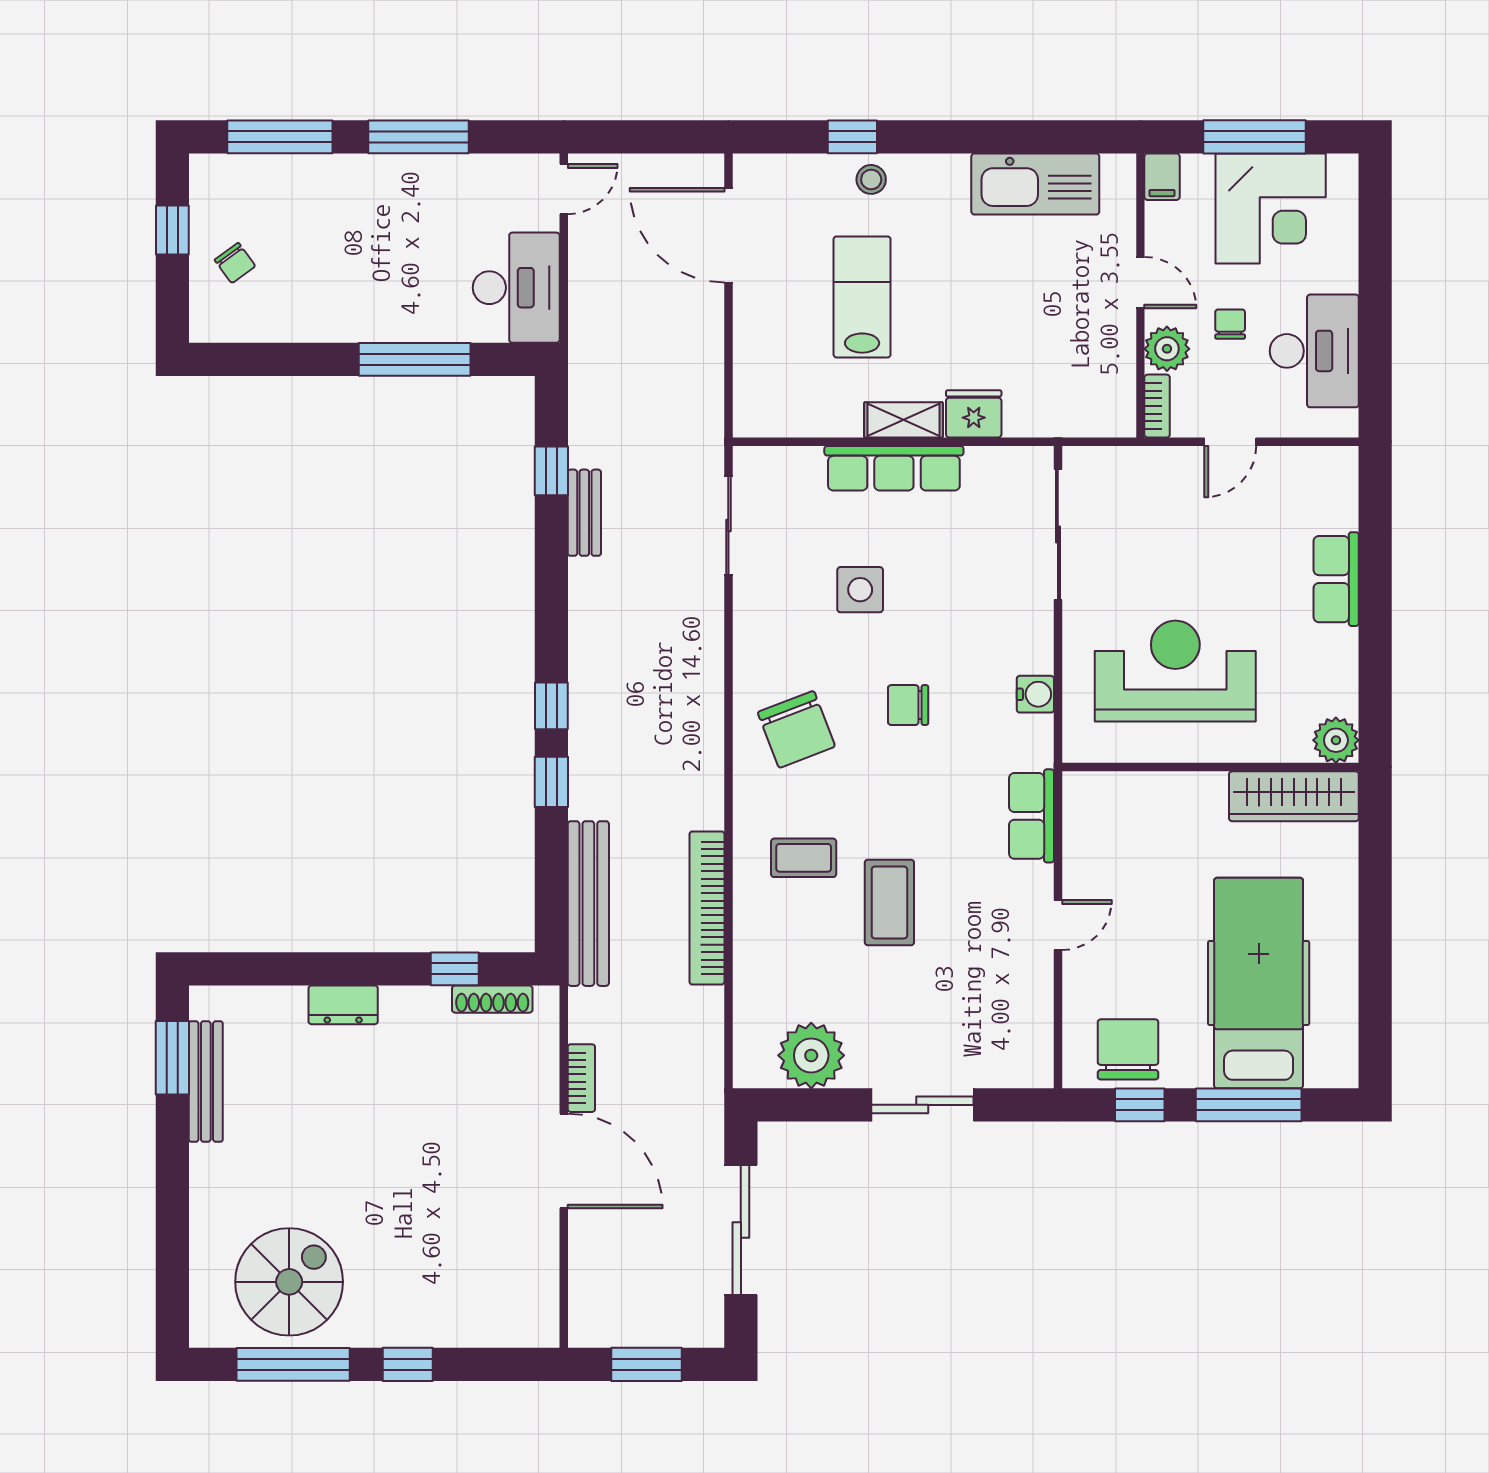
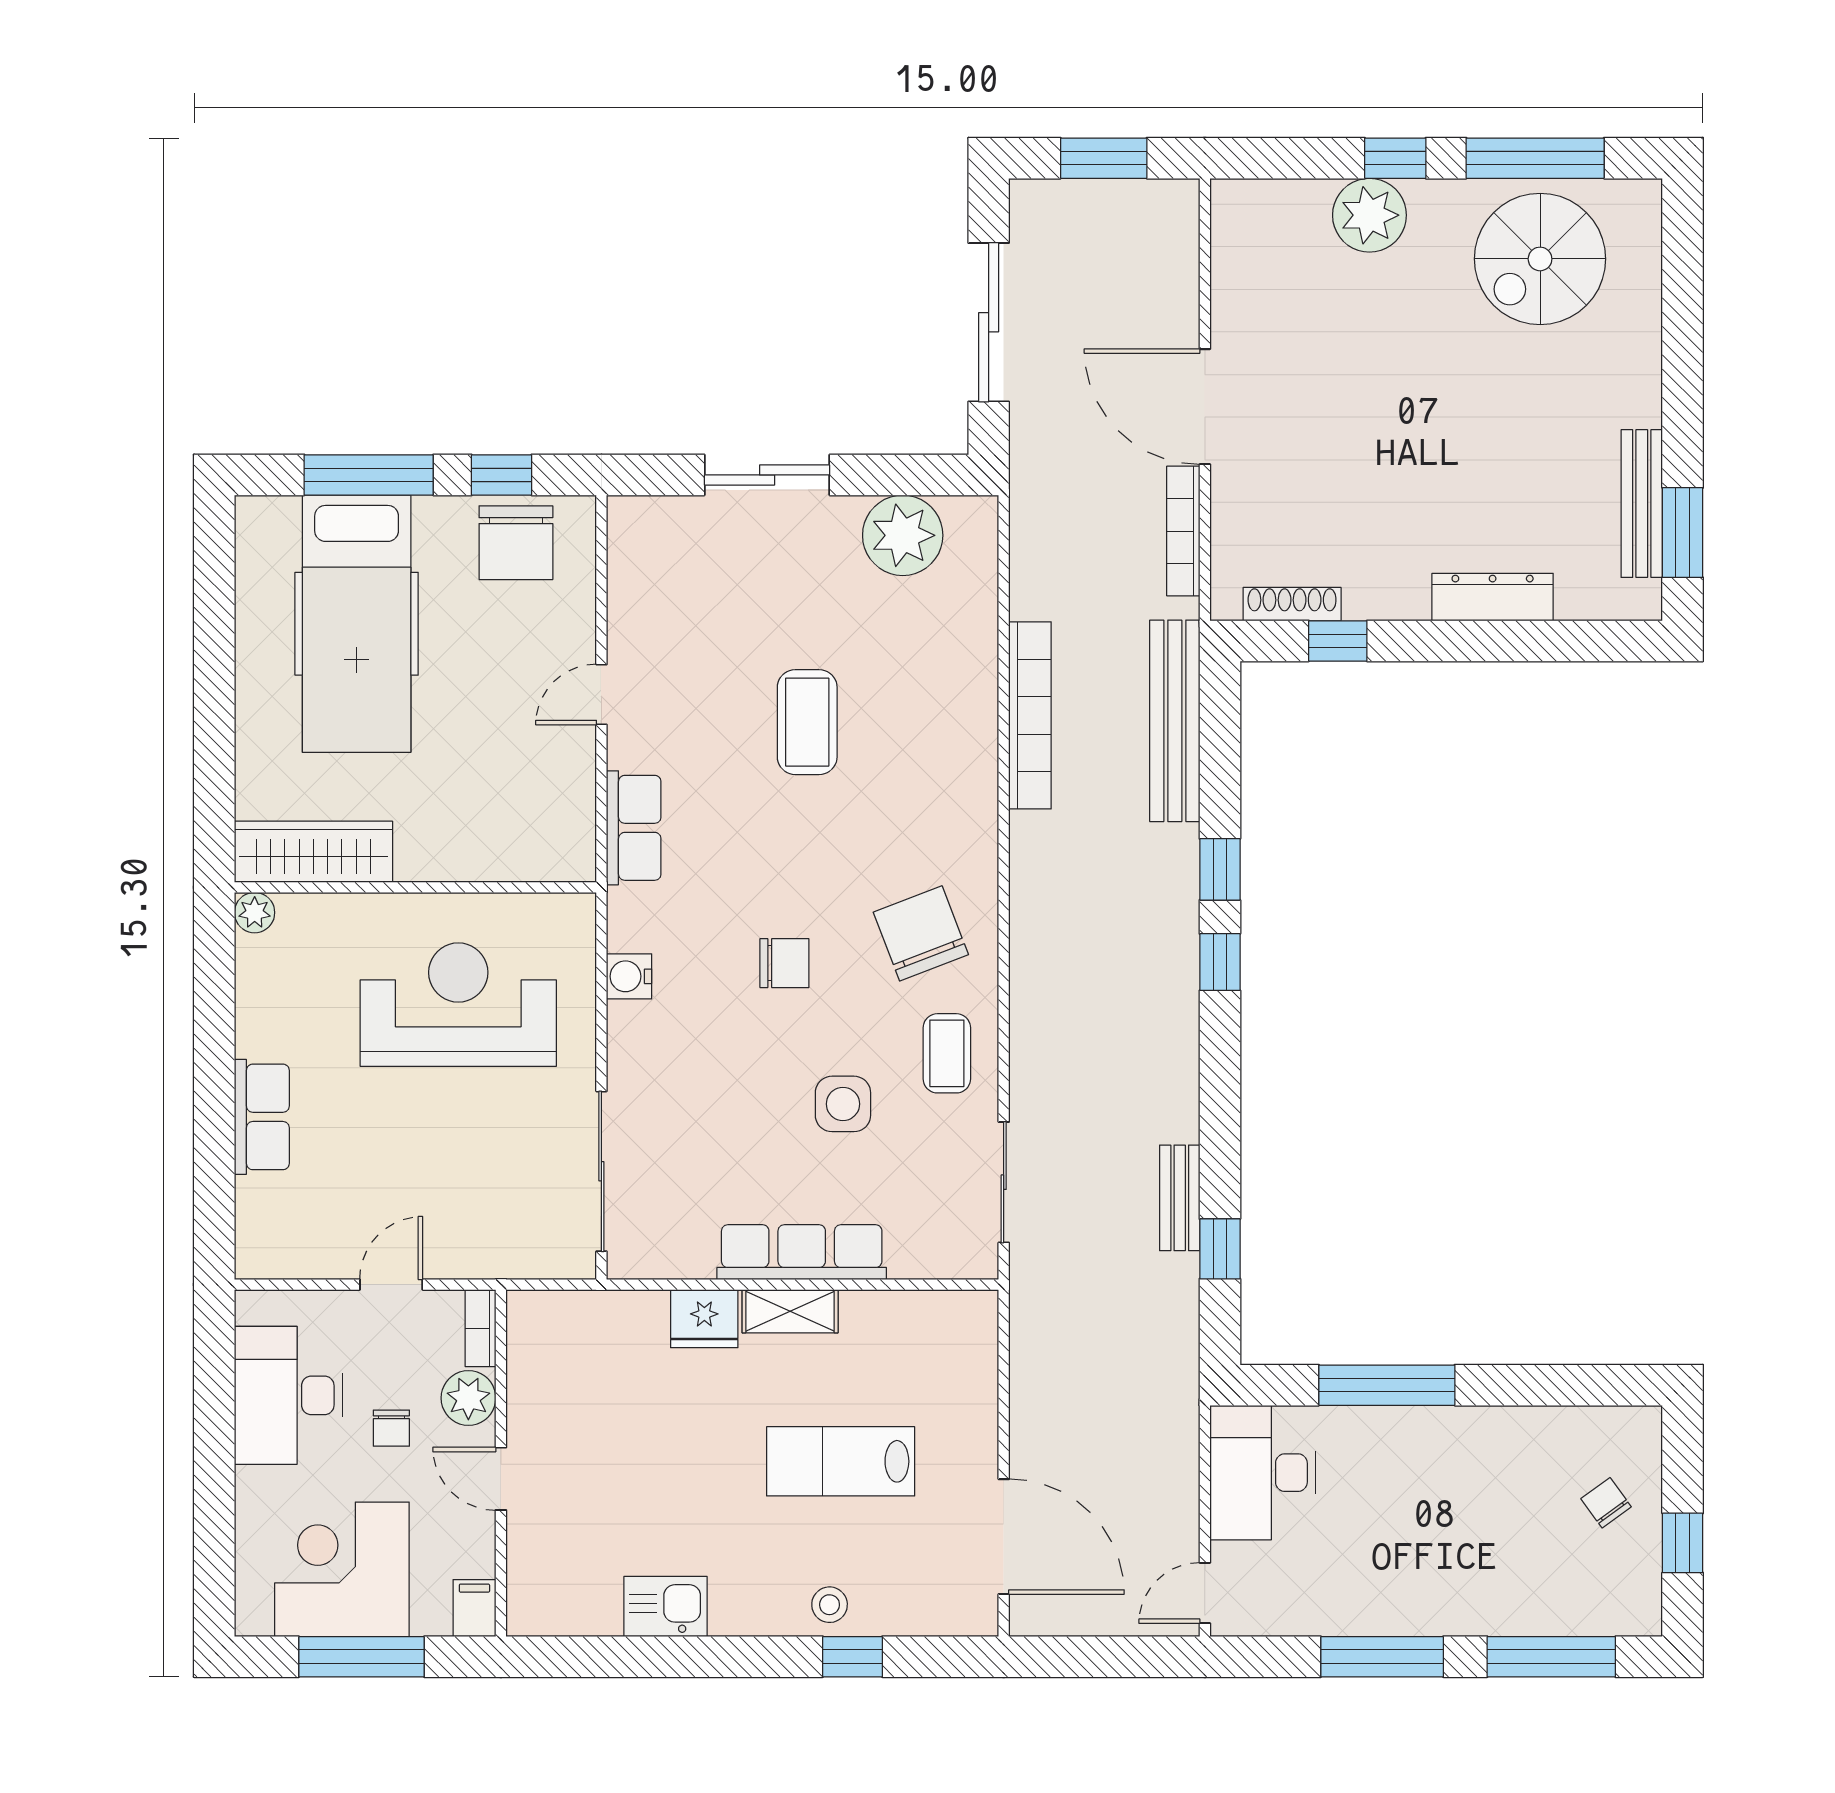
kitchen sink: (1035, 184) -> (666, 1606), width x0.53, depth x0.81
lab bench: (862, 297) -> (841, 1461), turned 90
reception desk: (1175, 671) -> (458, 1005), turned 180
plant: (1336, 740) -> (255, 913), width x0.73, depth x0.73
coffee table: (804, 858) -> (947, 1053), moved, turned 90
dresser: (343, 1005) -> (1493, 597), width x1.44
bookcase: (581, 1078) -> (1183, 531), width x1.56
plant: (429, 1318) -> (1369, 215), added

